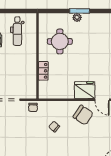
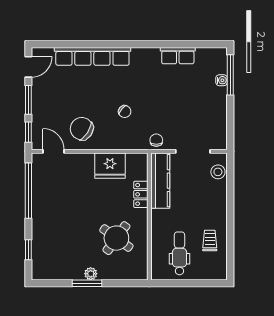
round table: (60, 41) -> (116, 238), turned 36
kitchen counter: (30, 80) -> (160, 181), added
fridge: (85, 90) -> (110, 166), moved

